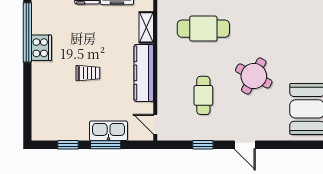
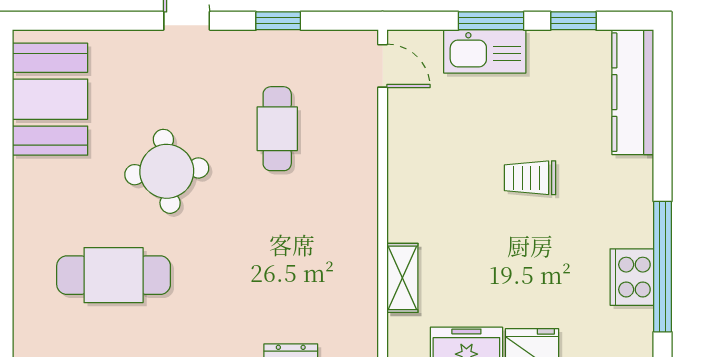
cafe table: (203, 29) -> (114, 275), moved
cooker: (41, 48) -> (632, 277), moved
kitchen counter: (144, 73) -> (633, 92), moved, turned 180
round table: (254, 76) -> (167, 171), turned -34

